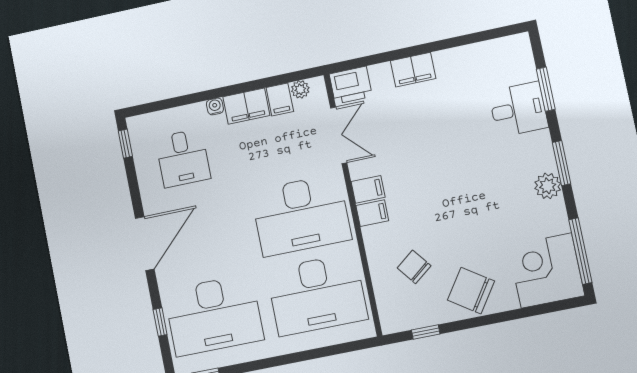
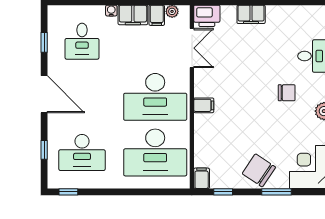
window: (125, 144) -> (44, 42), moved
filing cabinet: (368, 189) -> (202, 178), moved, turned -90
door: (145, 244) -> (44, 94), hinge flipped
chair: (414, 267) -> (287, 93), moved, turned 128
desk: (214, 315) -> (82, 152), width x0.73, depth x0.77
window: (503, 317) -> (277, 192), added

